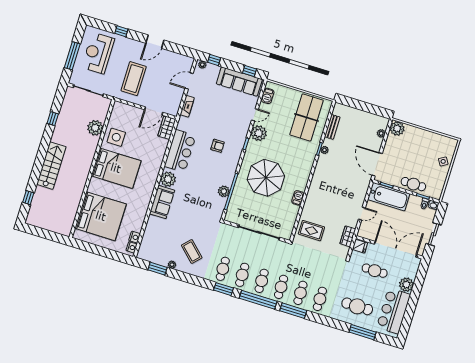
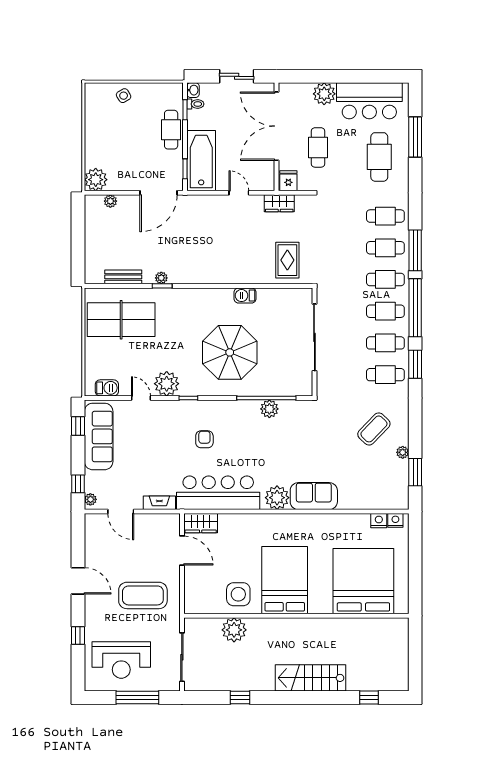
bar counter: (180, 151) -> (218, 493), width x1.36

